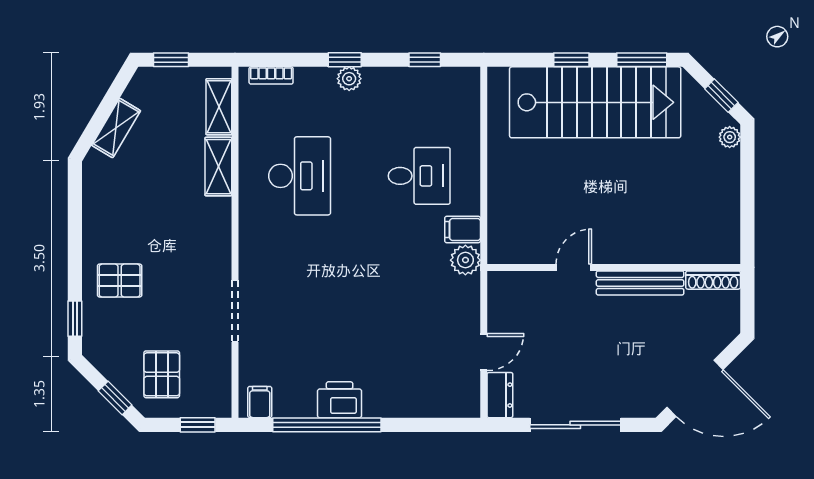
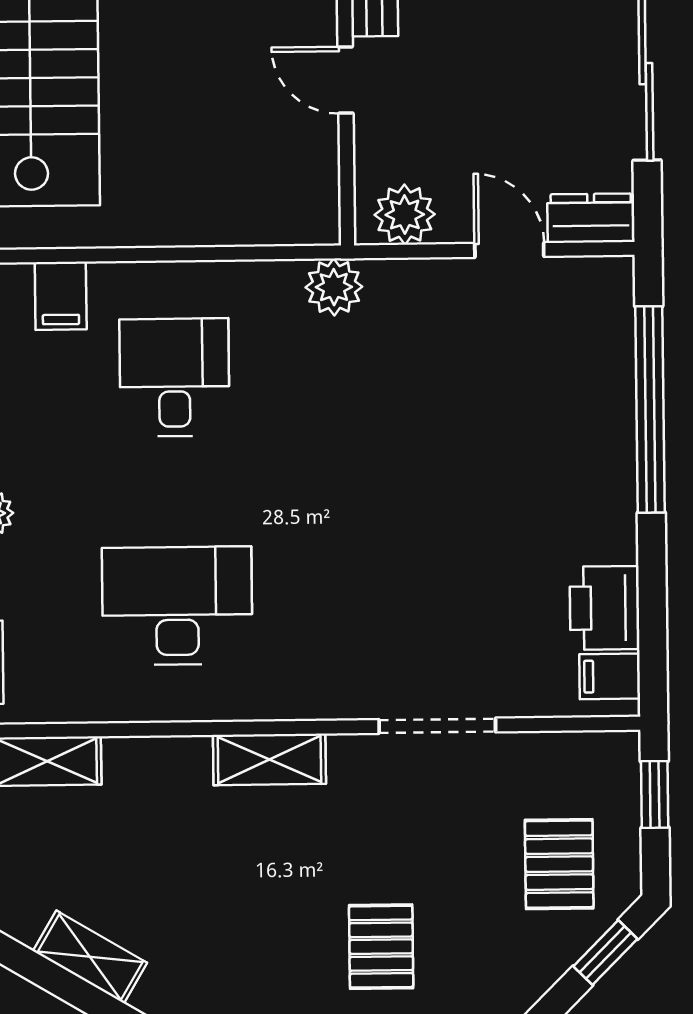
shelving: (218, 167) -> (269, 759), moved
filing cabinet: (463, 230) -> (61, 296), moved
plant: (503, 298) -> (405, 215), added
pallet: (162, 374) -> (559, 864), turned 90
printer: (340, 400) -> (605, 608), moved
window: (327, 425) -> (650, 409), moved

